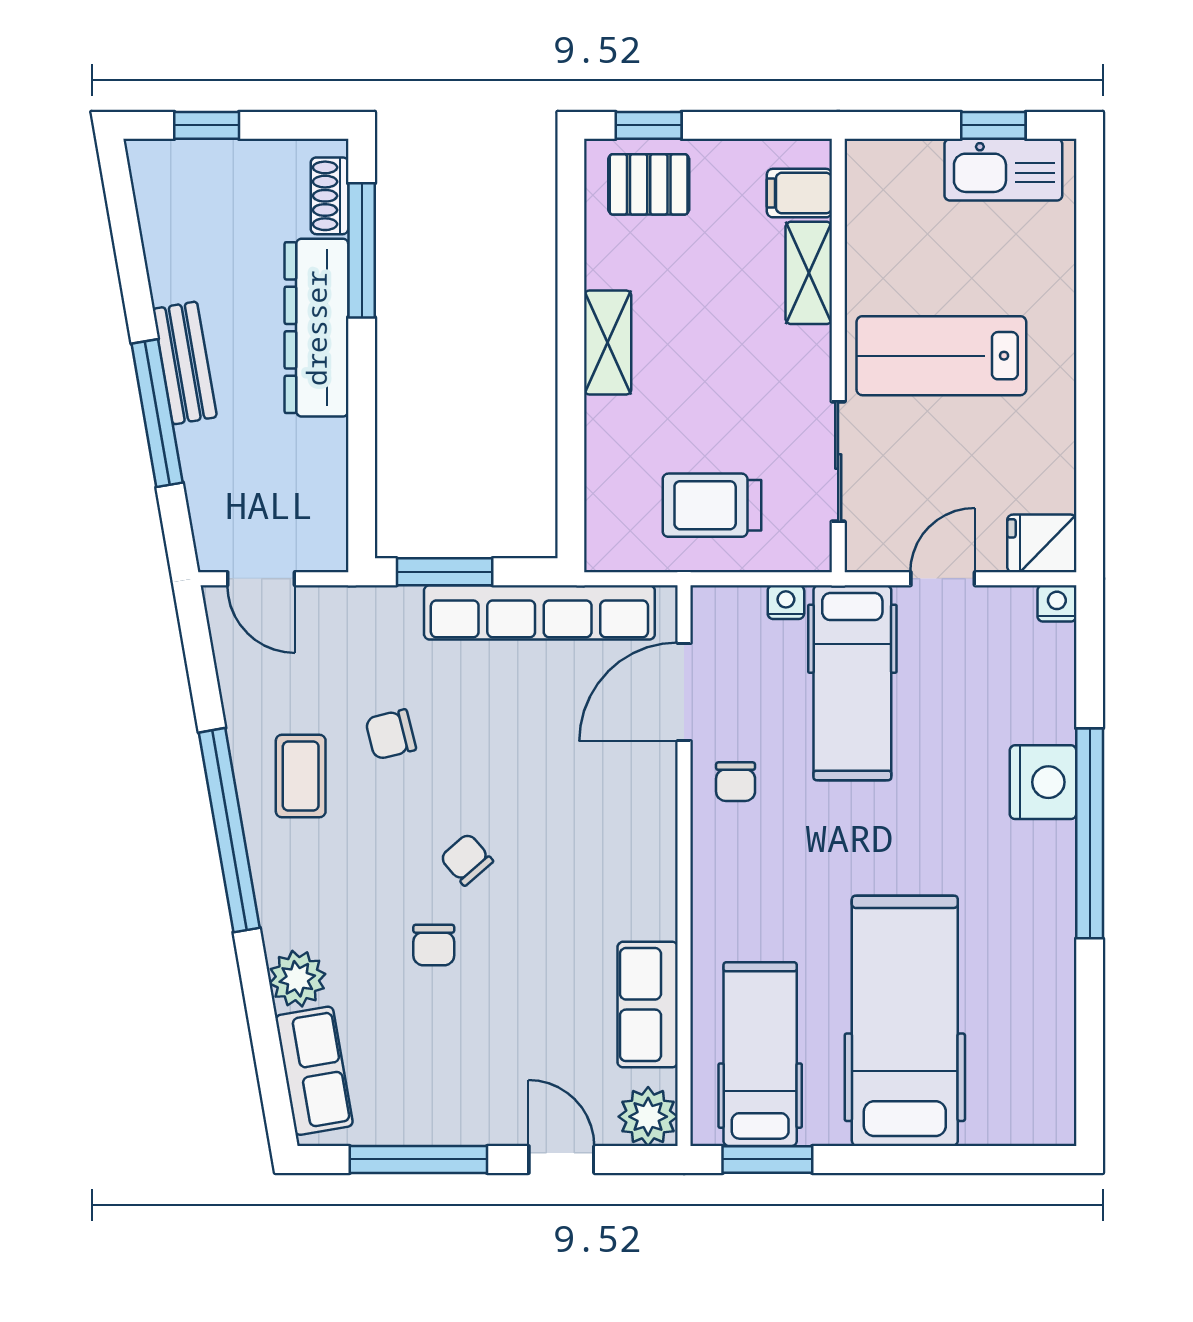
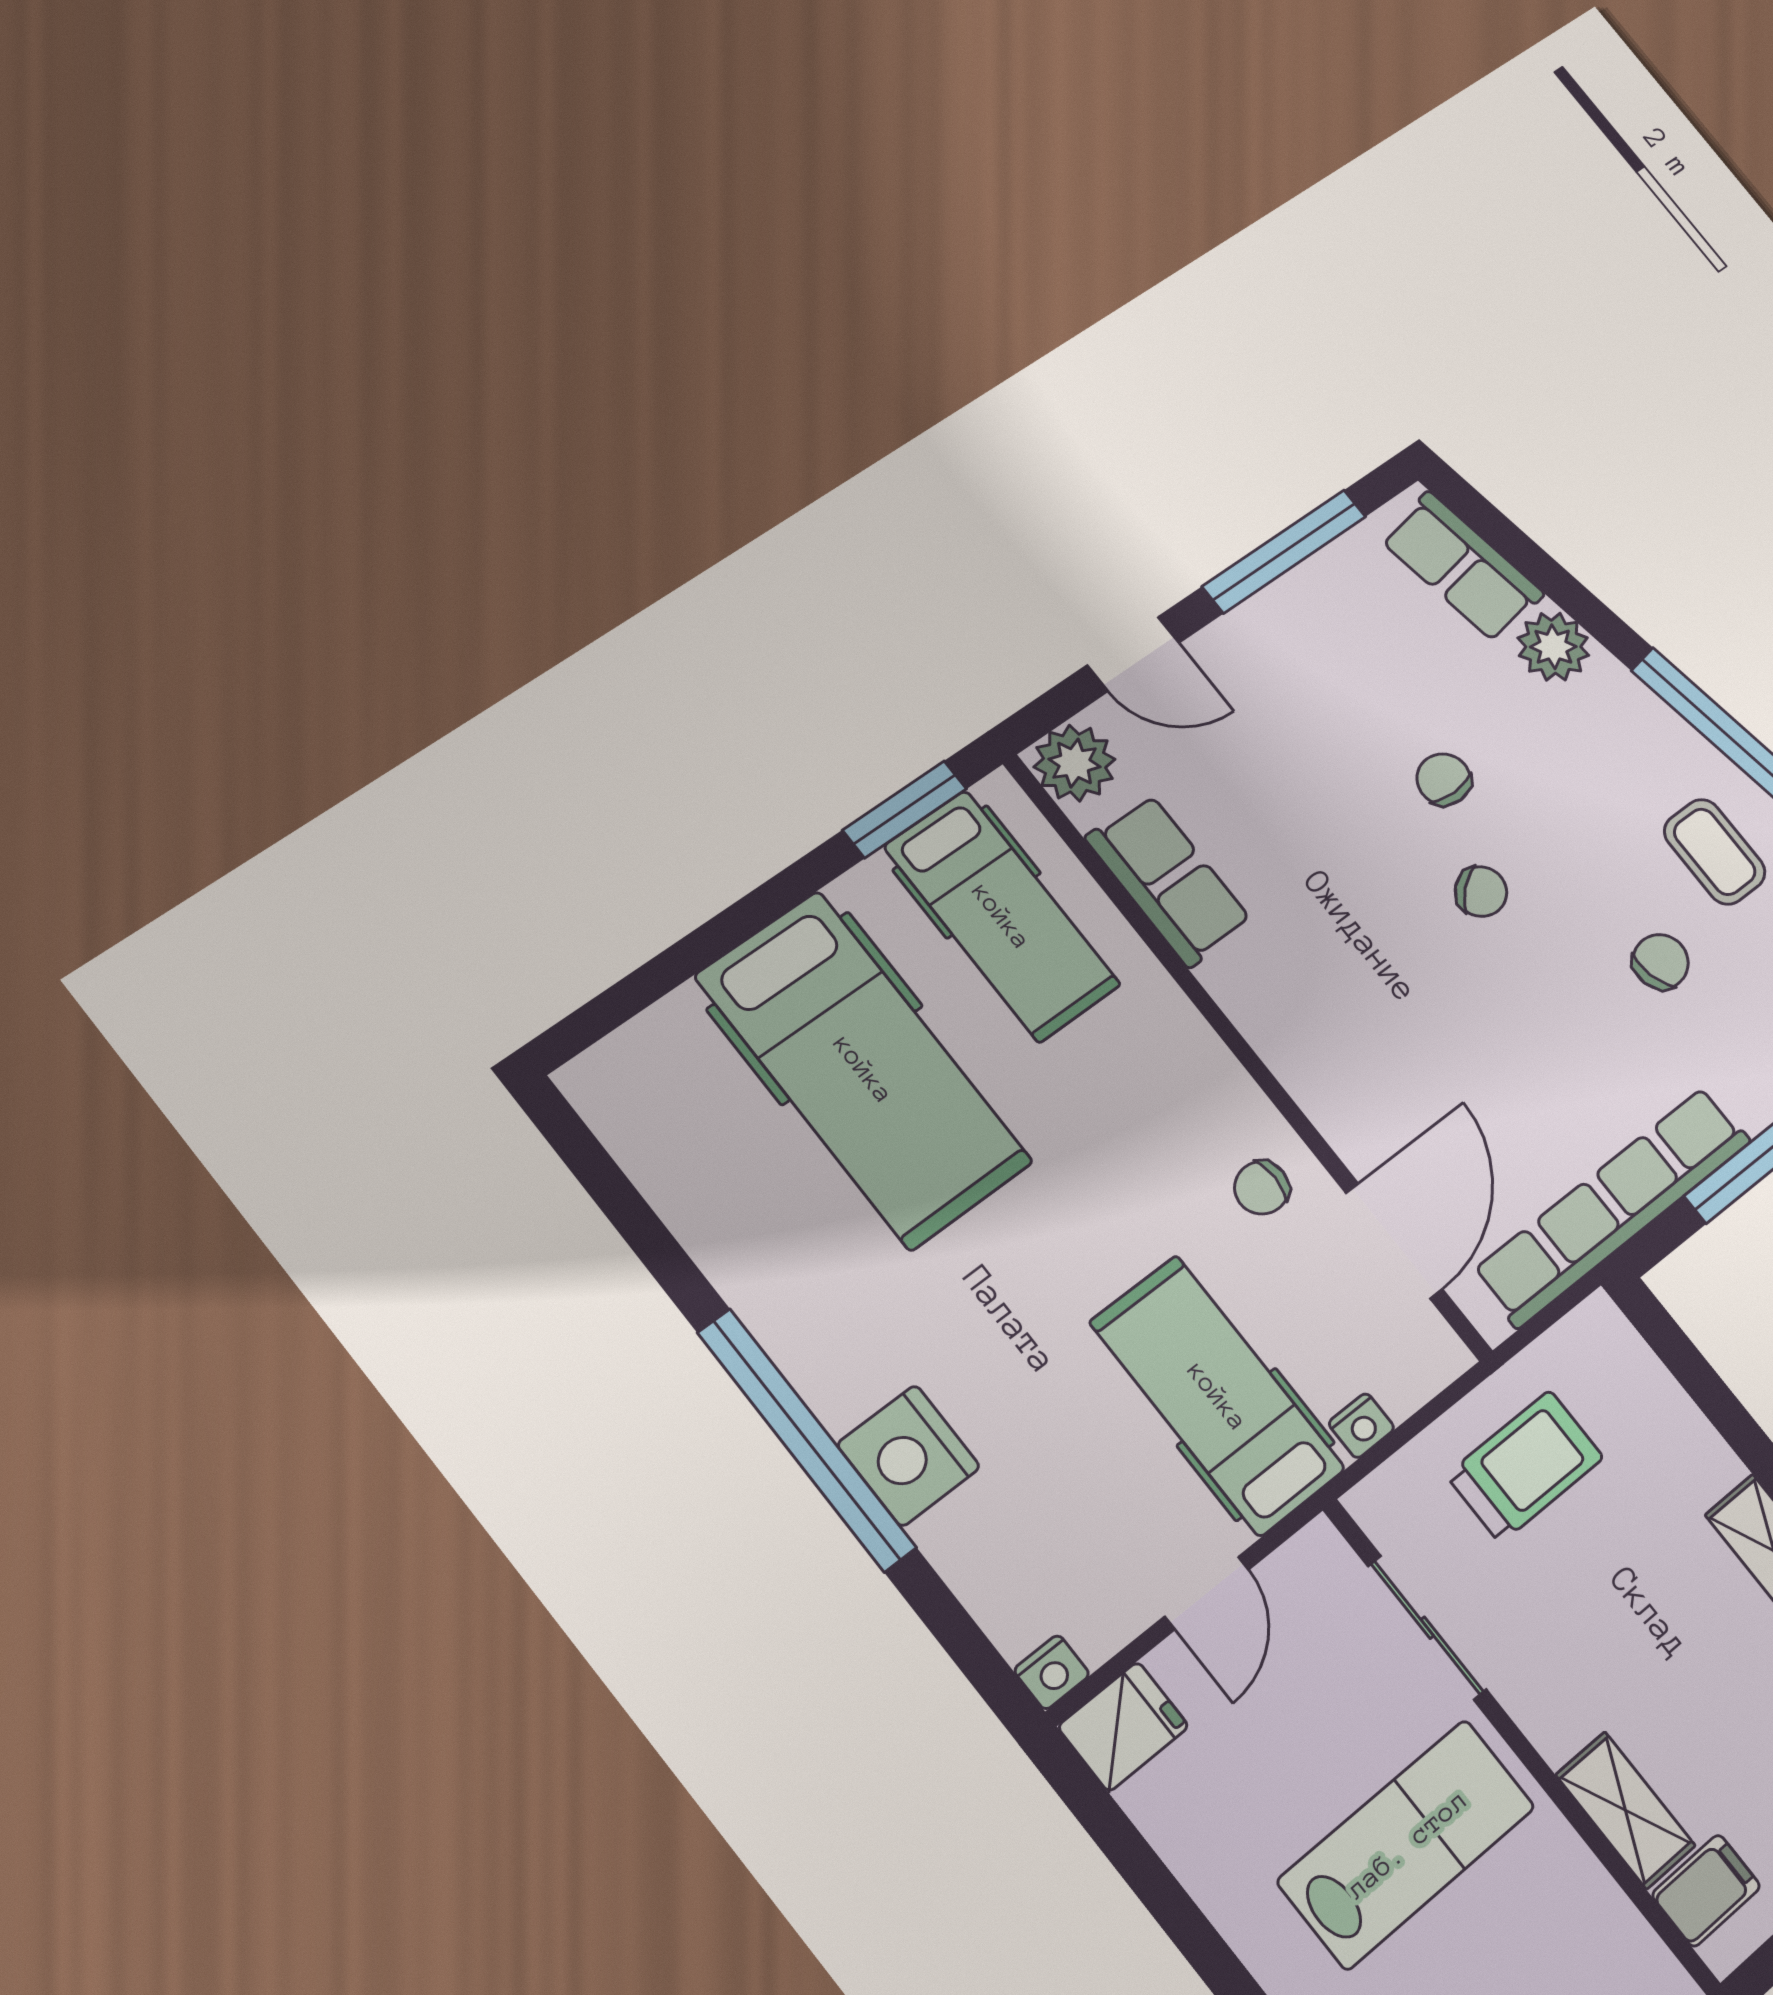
chair: (736, 782) -> (1262, 1188), turned -90

